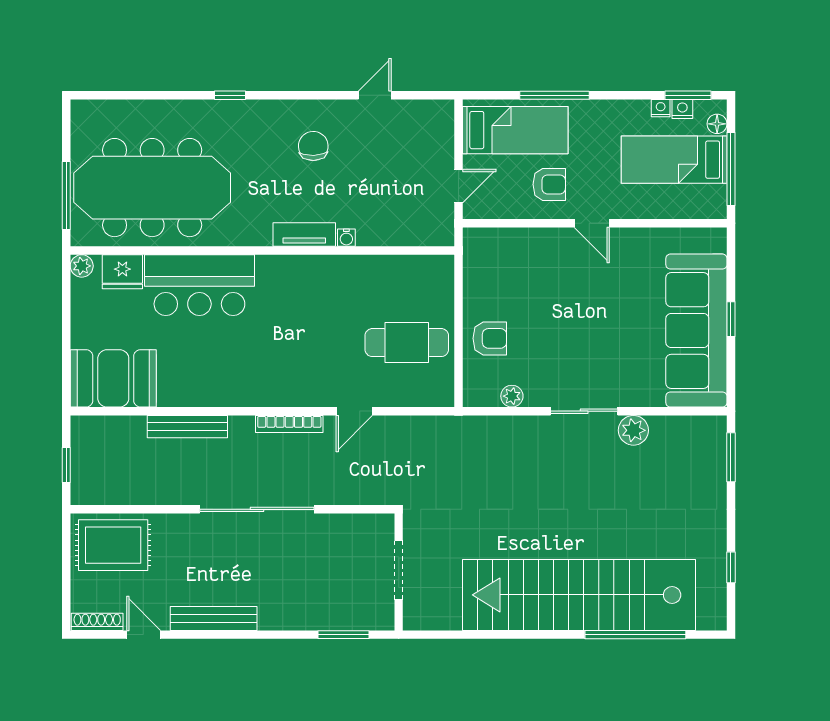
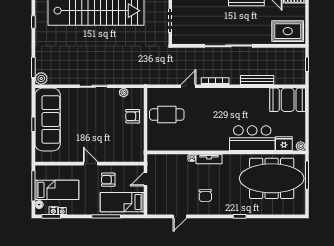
plant: (633, 430) -> (41, 78), moved

